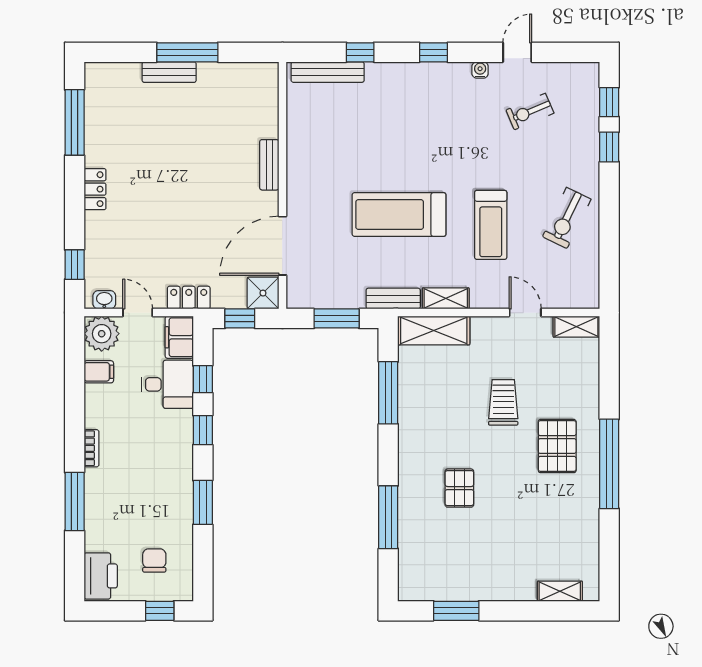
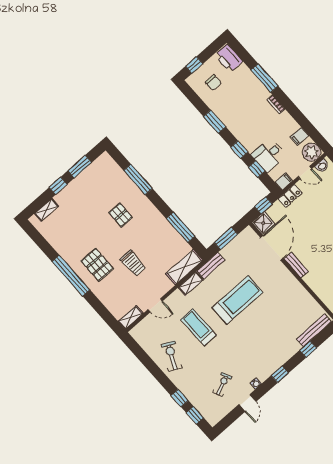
bench: (269, 165) -> (296, 265), moved
filing cabinet: (179, 337) -> (284, 181), width x0.50
window: (512, 611) -> (58, 186), added

